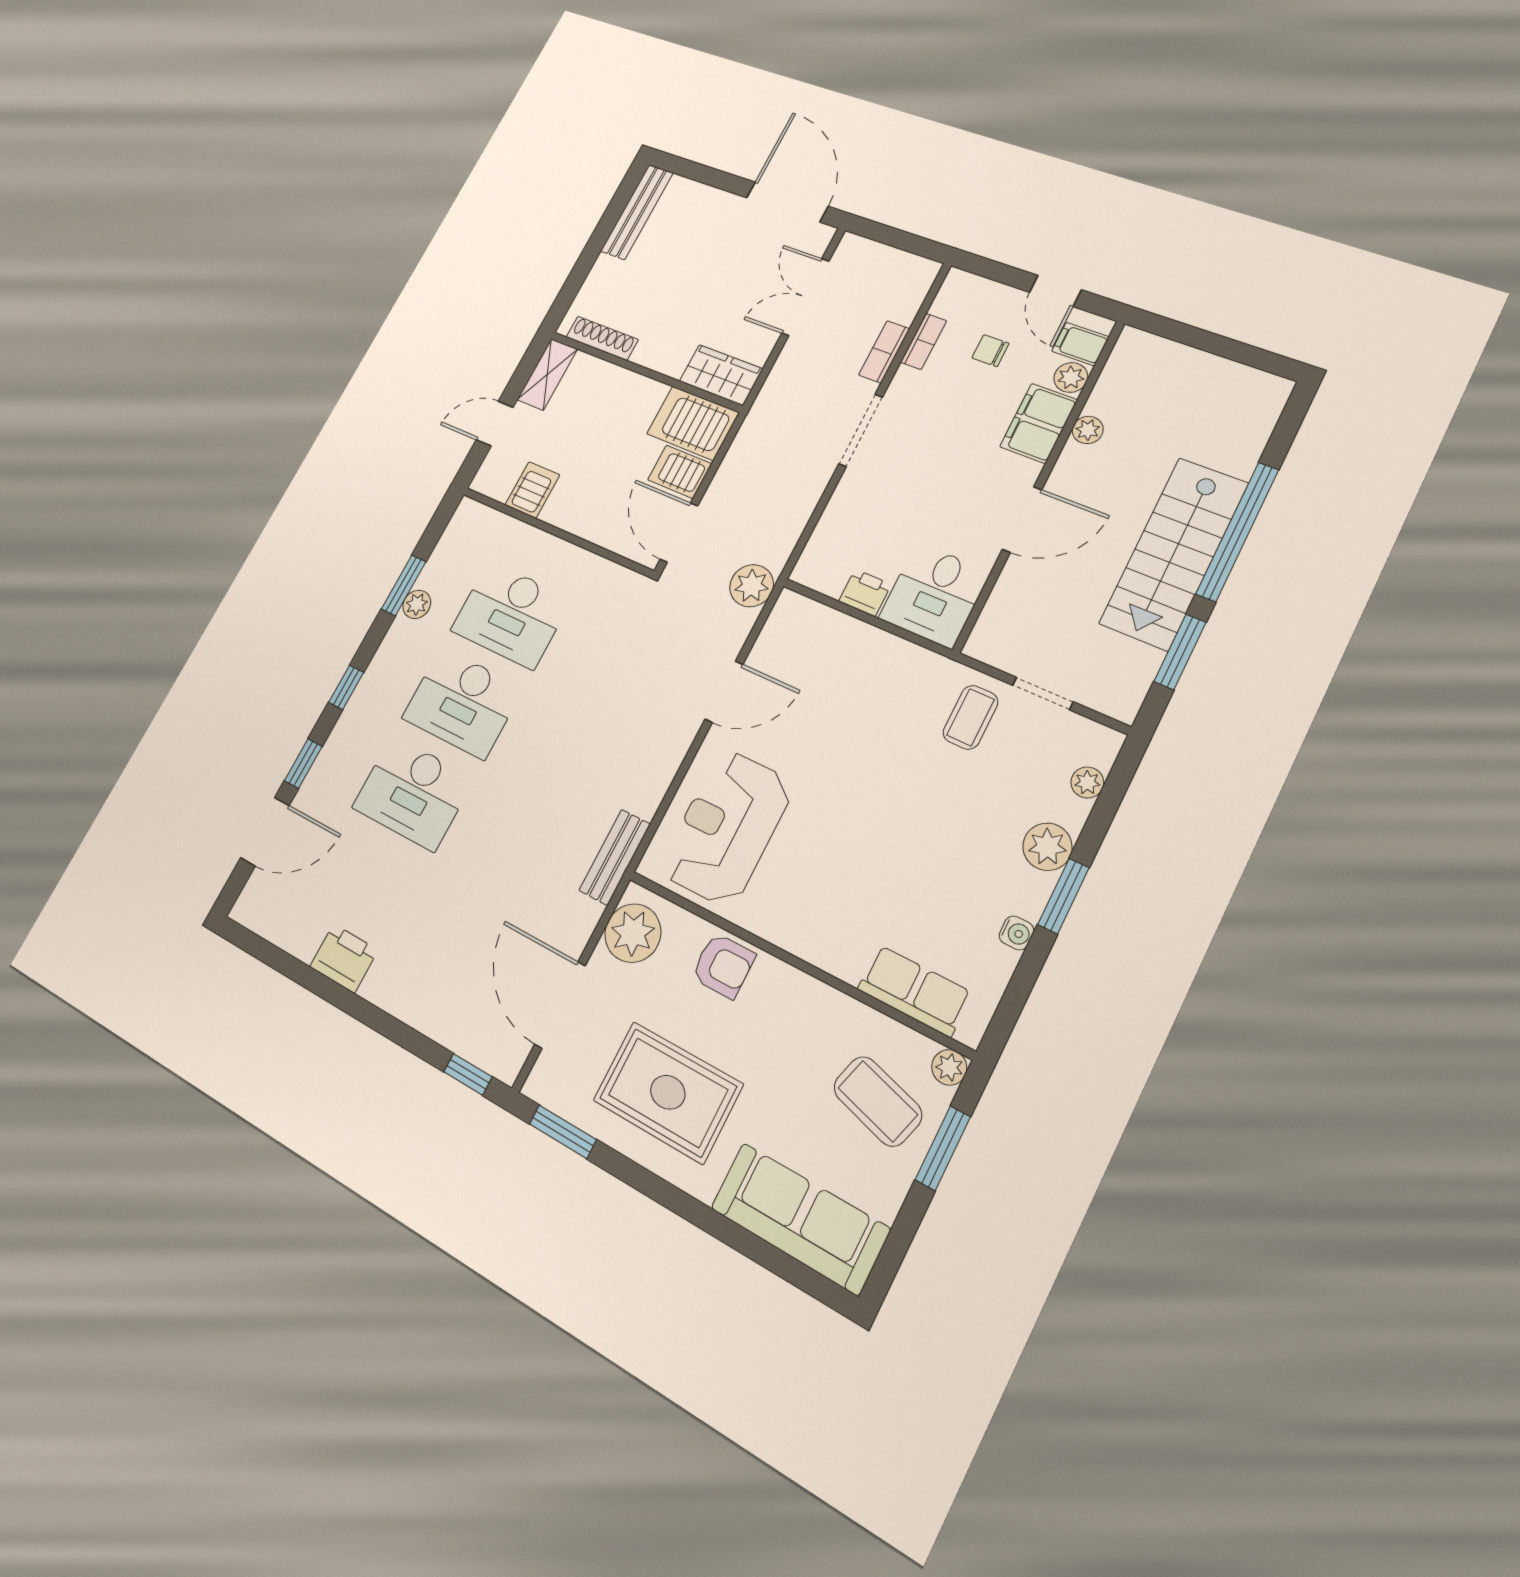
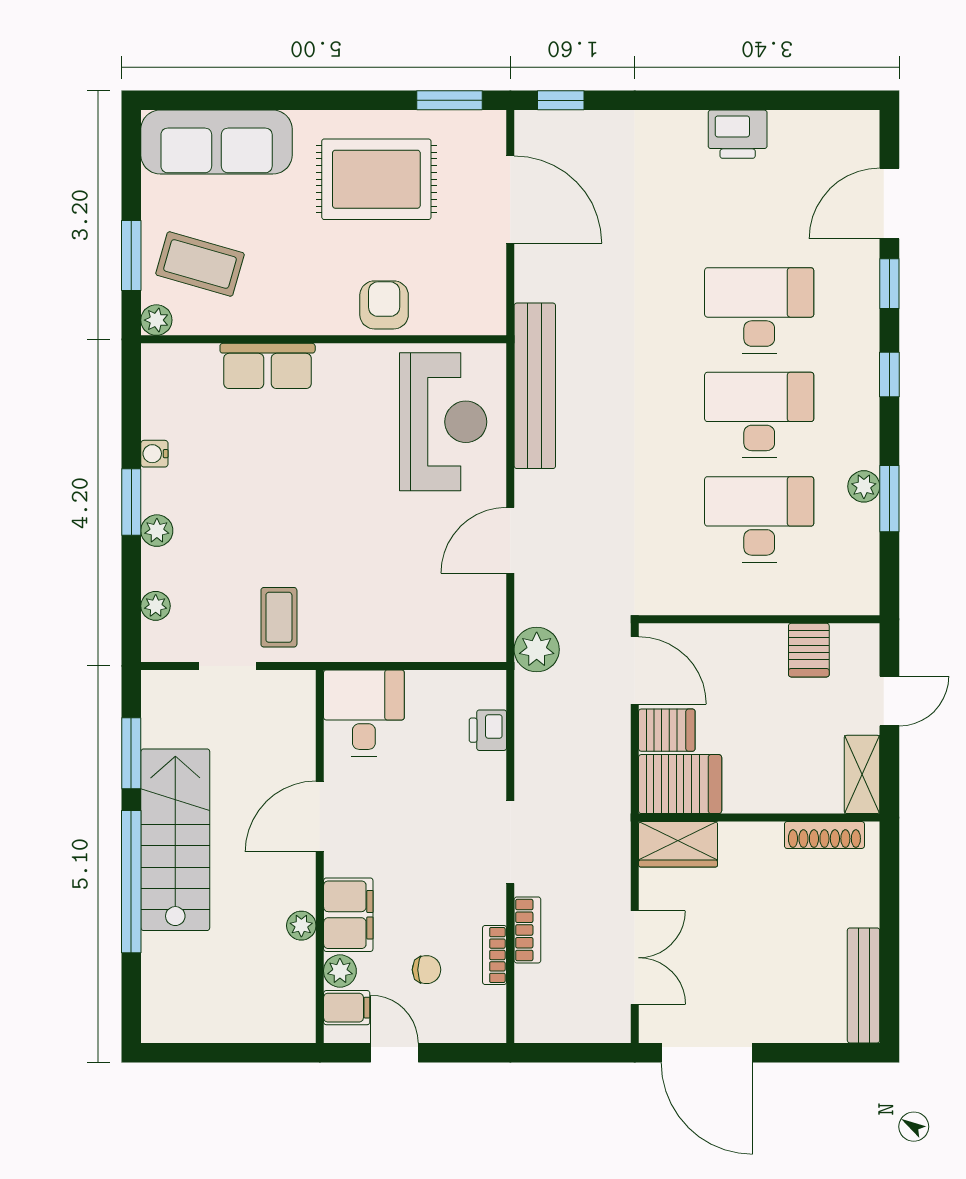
printer: (865, 593) -> (488, 730), moved, turned 90
plant: (1047, 847) -> (157, 531), width x0.73, depth x0.73
bench: (615, 857) -> (535, 386), width x1.86, depth x1.21
plant: (633, 933) -> (479, 292), removed
armchair: (723, 966) -> (384, 305), turned 90
row of seats: (914, 991) -> (268, 366), moved

